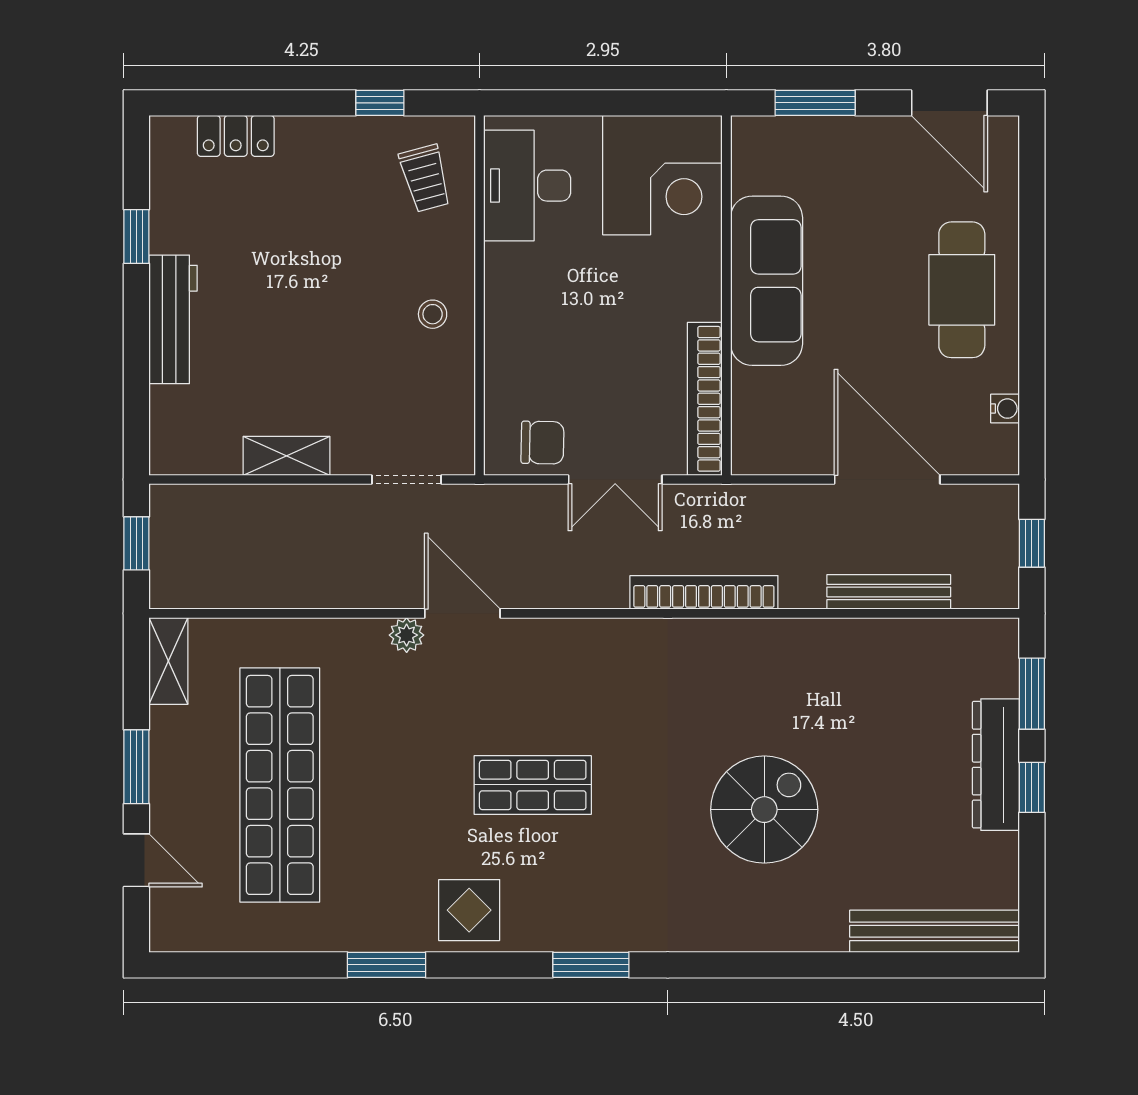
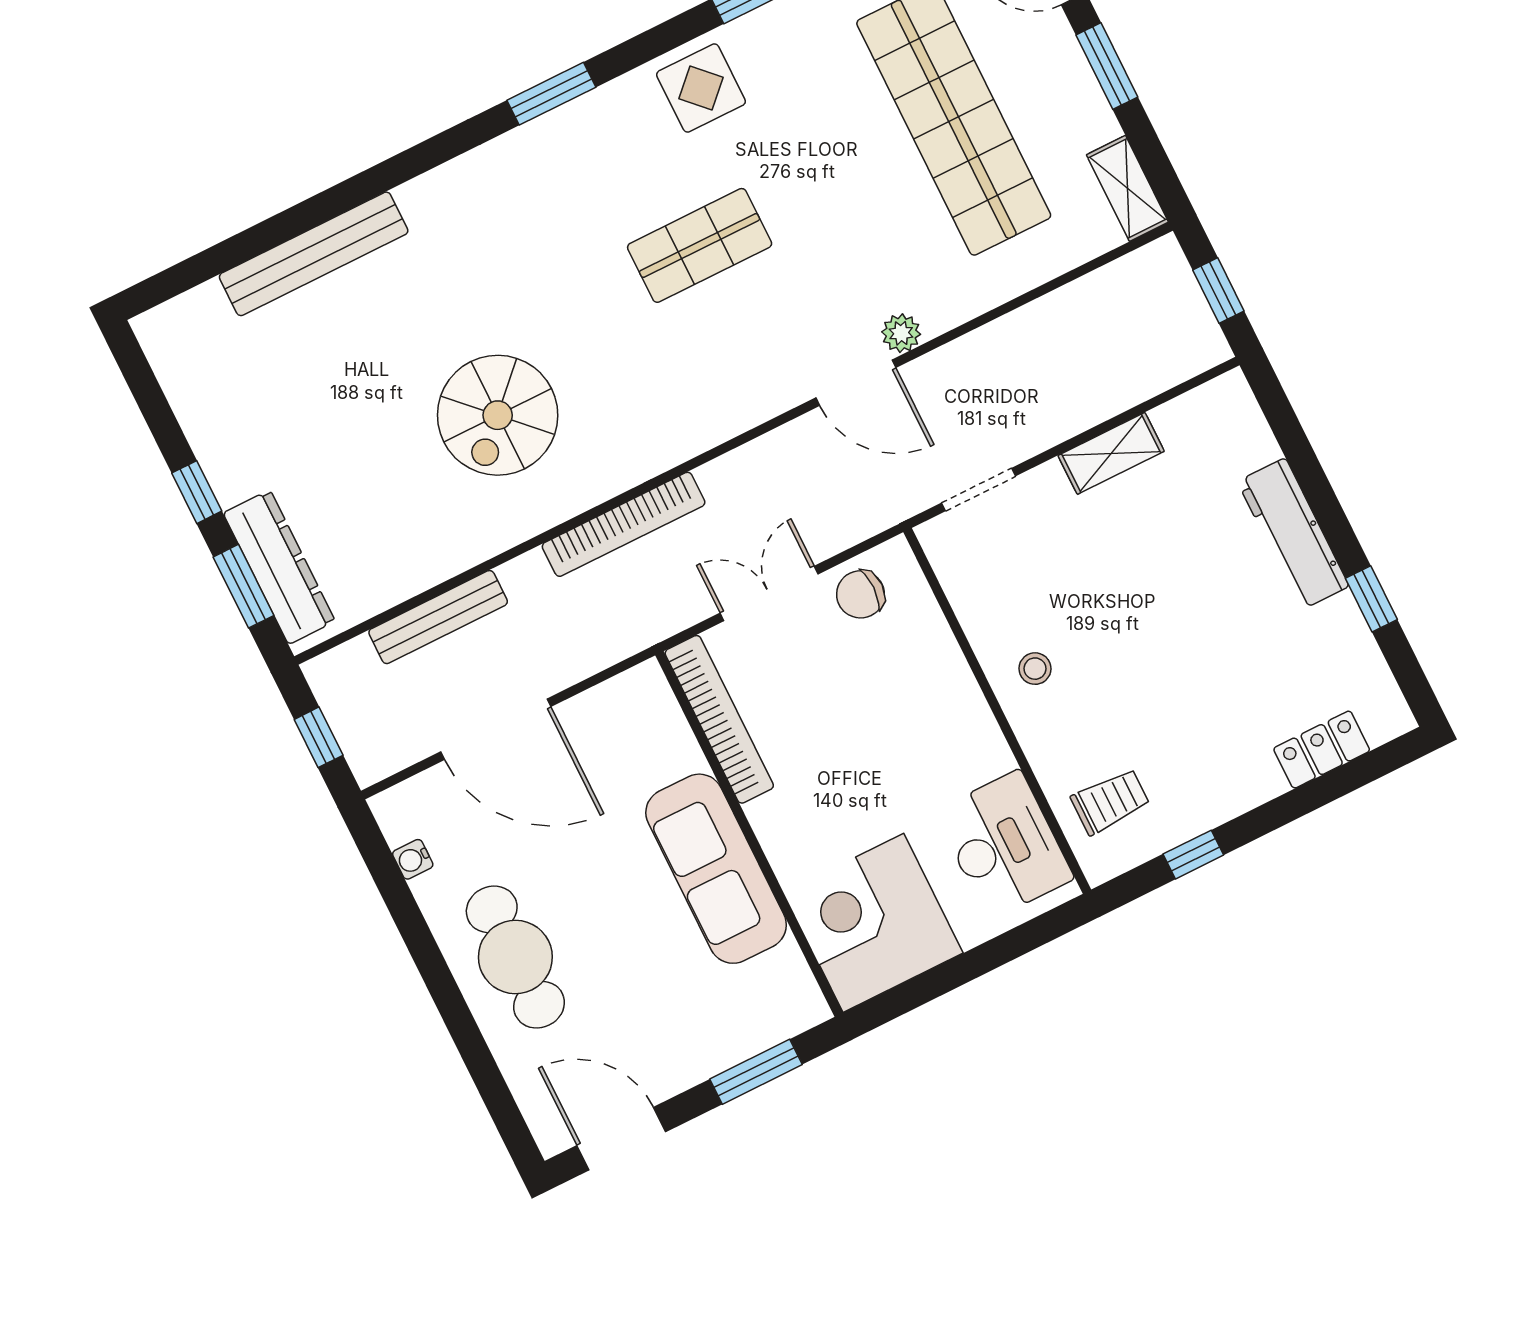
trolley: (425, 178) -> (1110, 801), turned 105
dresser: (996, 765) -> (279, 567), moved
spiral stairs: (764, 810) -> (498, 415), moved
bench: (935, 931) -> (314, 254), moved

